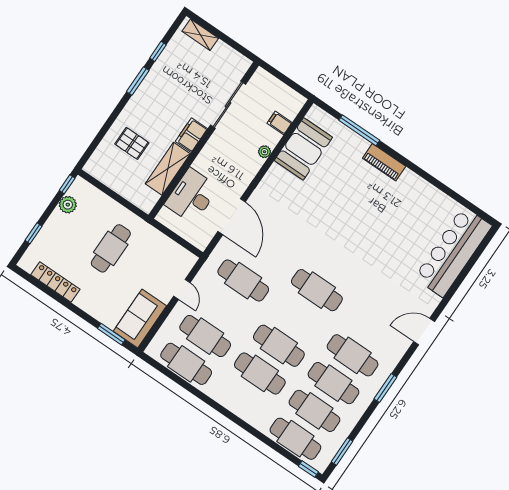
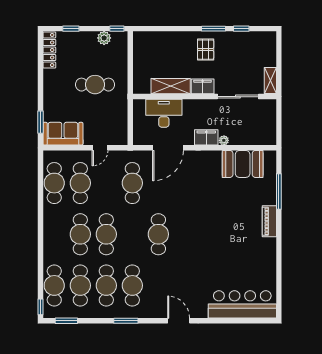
shelving: (200, 35) -> (270, 80), moved
filing cabinet: (280, 123) -> (206, 137), moved, width x2.00
pallet: (132, 143) -> (206, 50), moved
locker: (55, 282) -> (49, 50), moved

